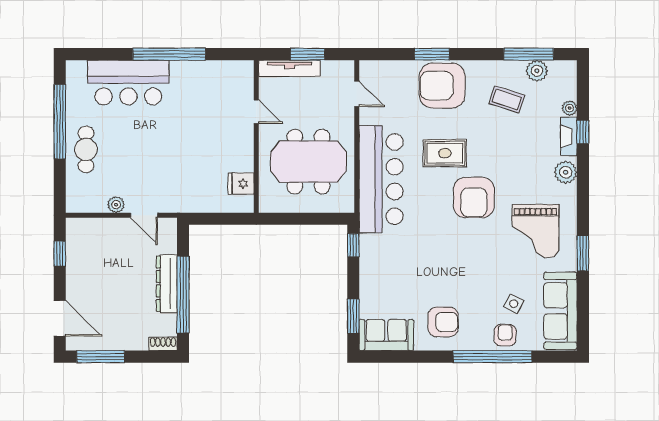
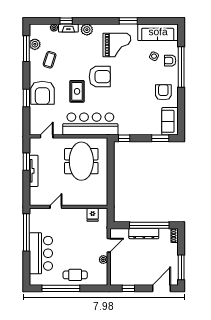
door: (256, 112) -> (56, 207), moved
wall: (256, 136) -> (68, 207), moved
fridge: (241, 184) -> (93, 215), moved

